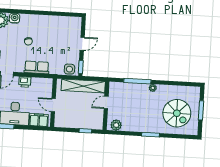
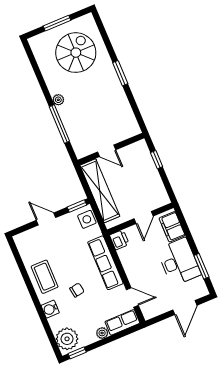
water cooler: (15, 18) -> (50, 309), moved
coffee table: (47, 25) -> (45, 277), added
row of seats: (37, 67) -> (105, 263), width x1.48
printer: (25, 82) -> (119, 240), moved
plant: (116, 125) -> (130, 124), removed

